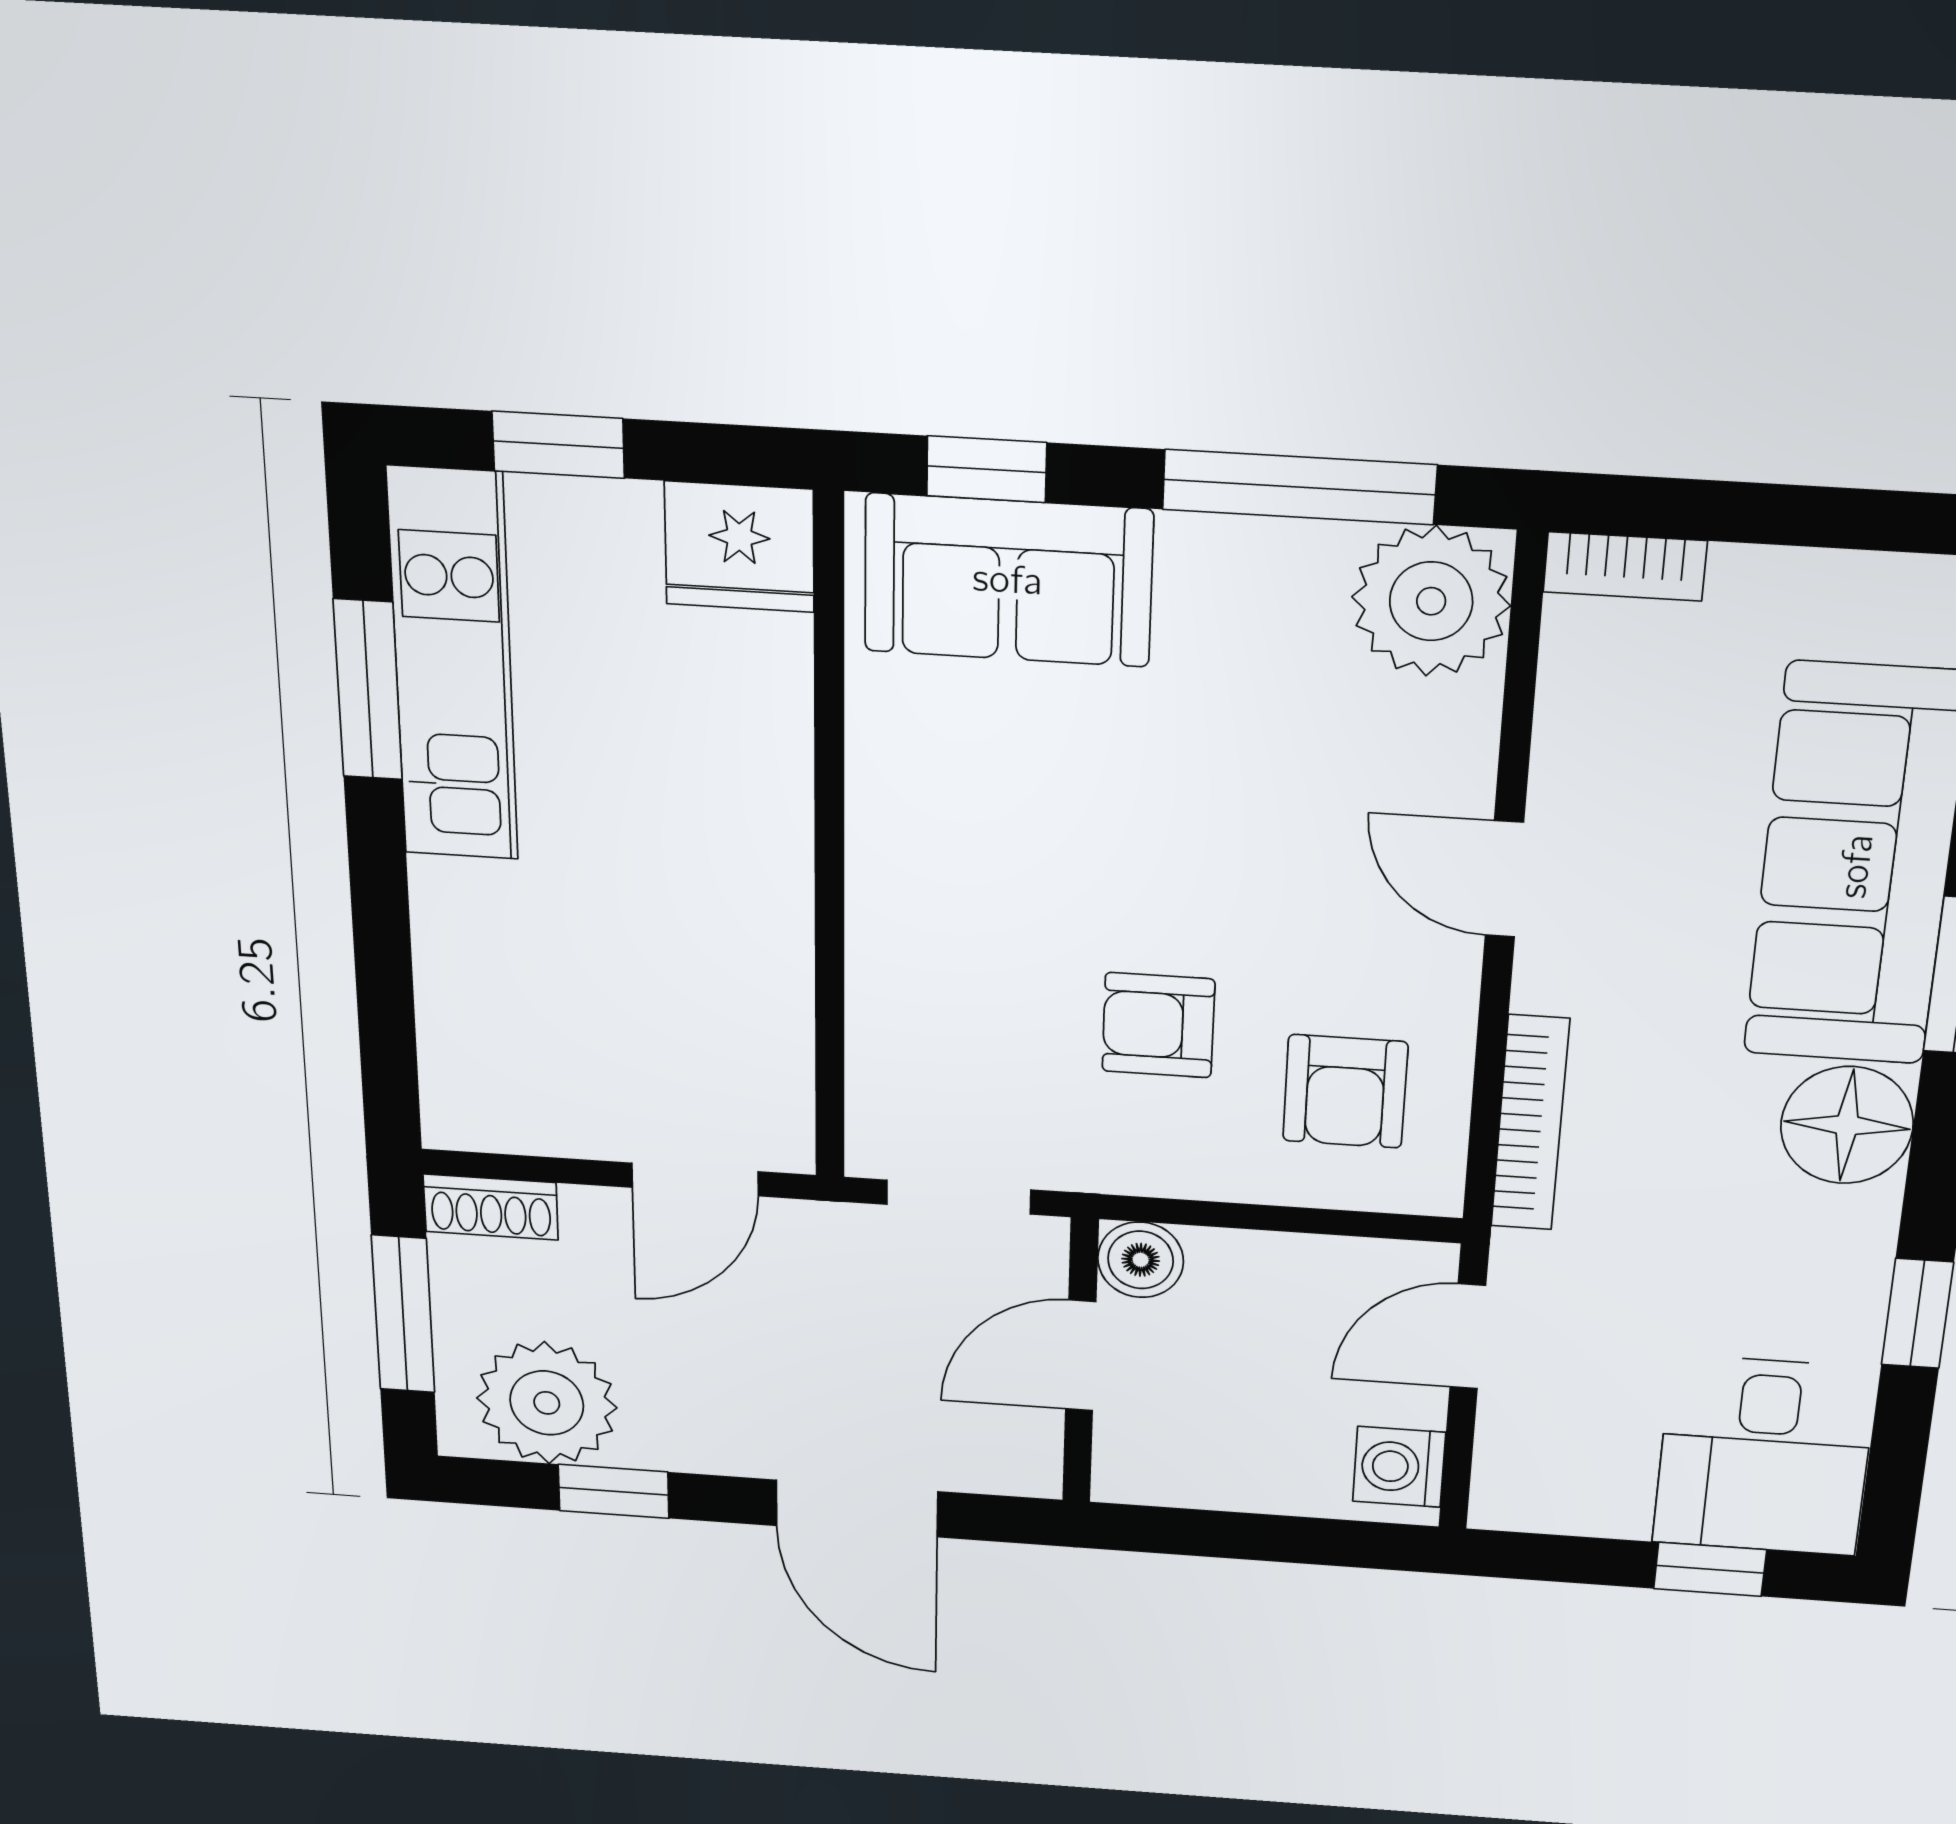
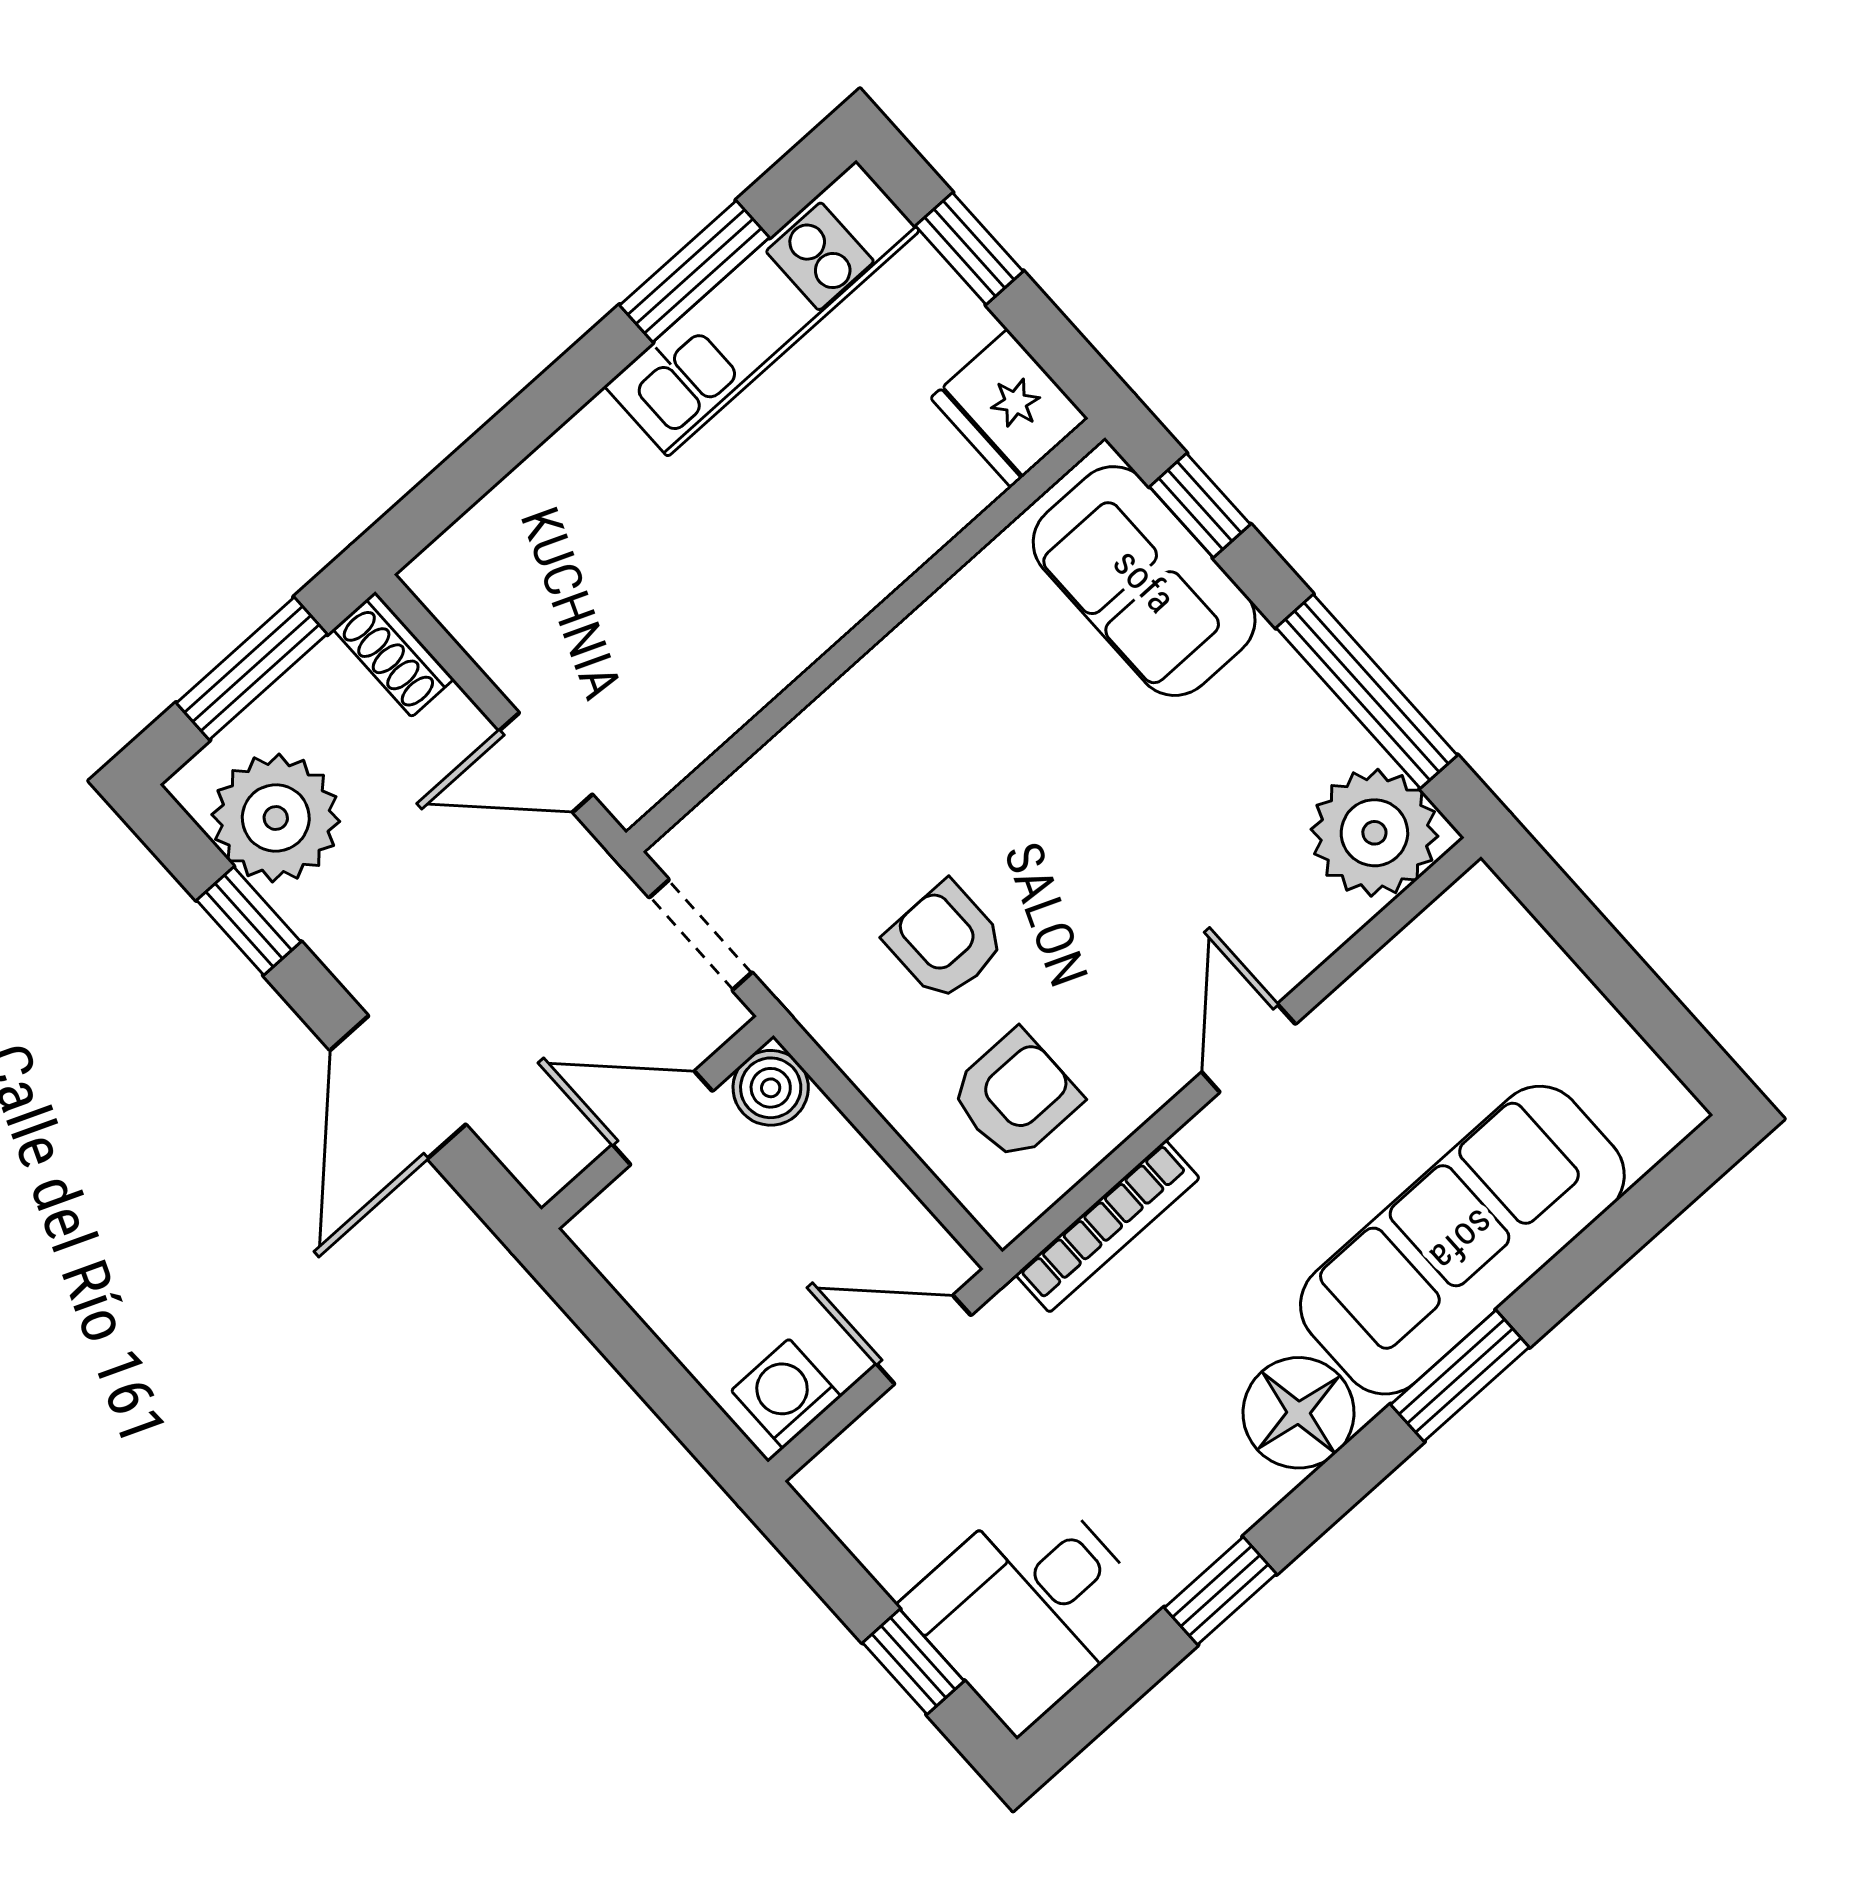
bookcase: (1625, 566) -> (1504, 920), removed
armchair: (1345, 1091) -> (1015, 1096), turned 180

